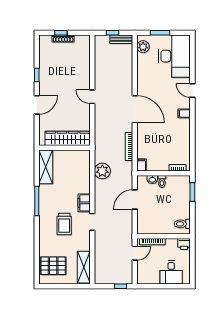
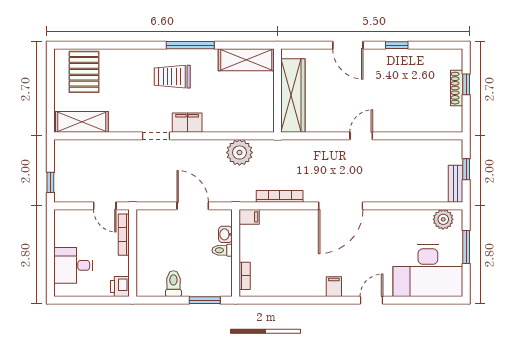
trolley: (64, 224) -> (172, 77), moved
toilet: (182, 224) -> (173, 284), moved

